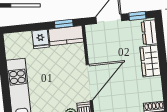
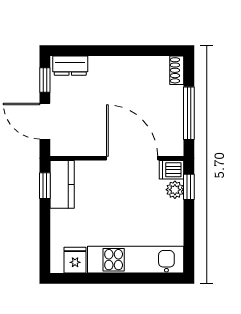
fridge: (41, 39) -> (75, 260), moved, turned -90
wardrobe: (150, 61) -> (111, 69), removed

